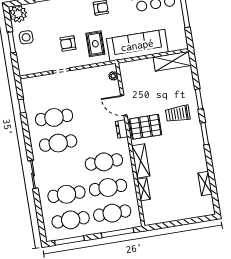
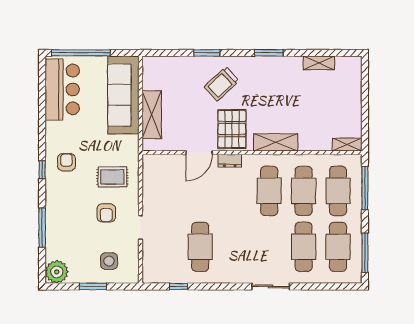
side table: (26, 37) -> (109, 261), moved
sofa: (137, 45) -> (123, 95), moved
shelving: (172, 61) -> (152, 115), moved
plant: (113, 76) -> (158, 160), removed
trolley: (178, 114) -> (222, 84), turned 47
window: (205, 134) -> (269, 53), moved
cafe table: (58, 143) -> (235, 247), removed
shelving: (144, 189) -> (347, 145), moved

